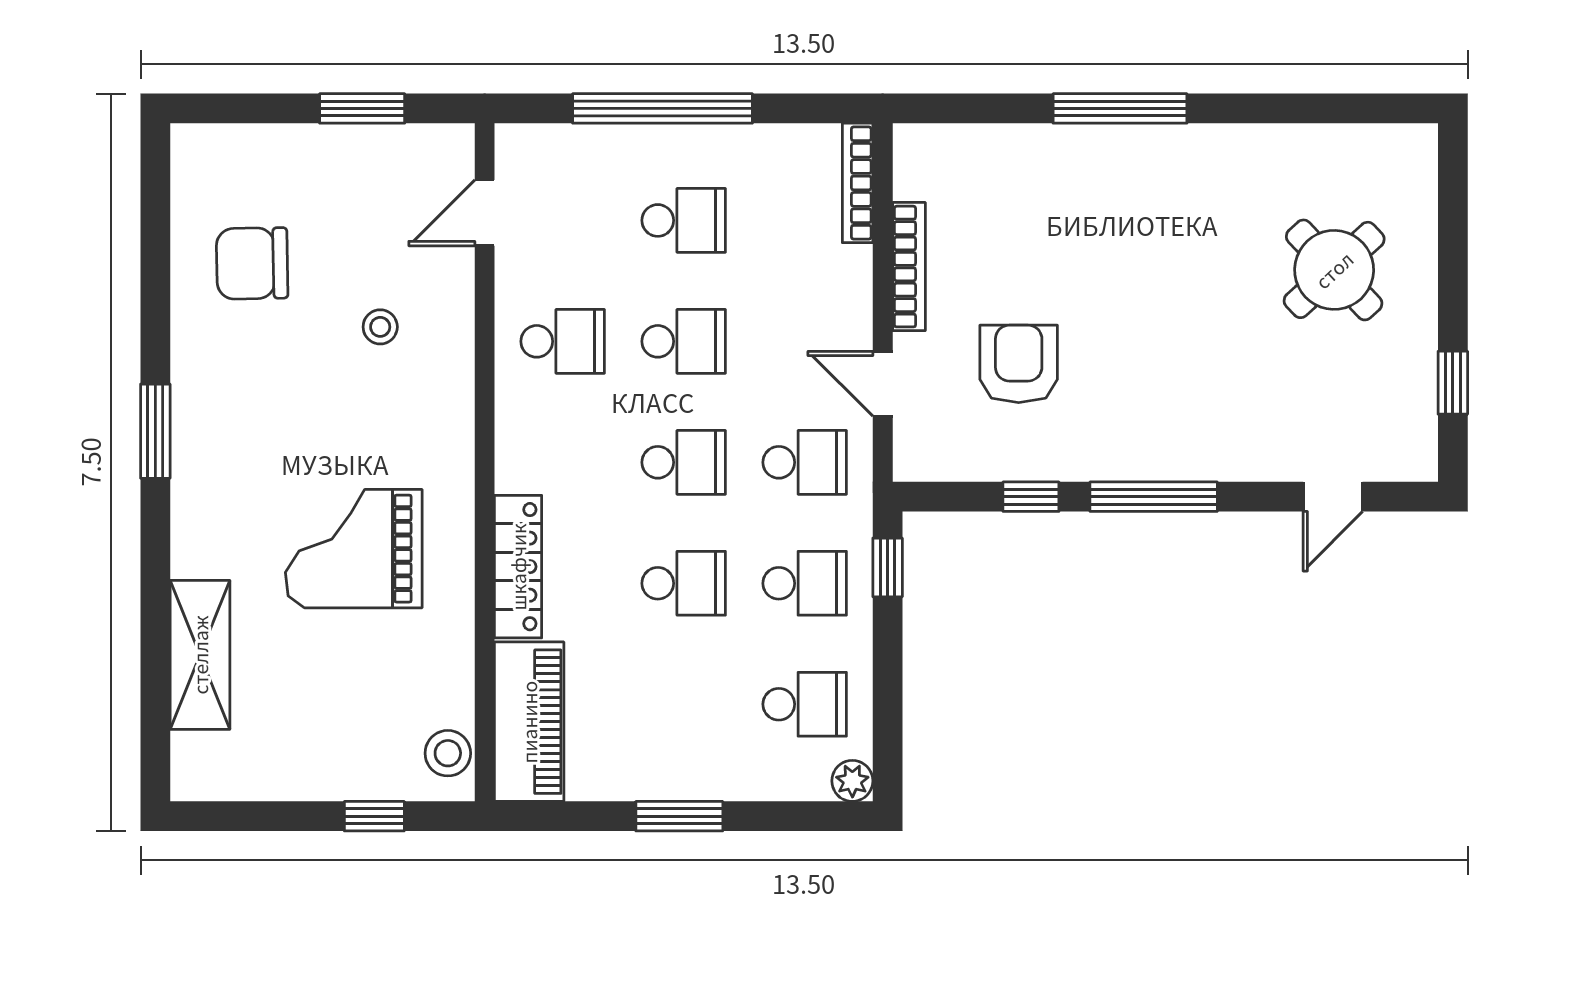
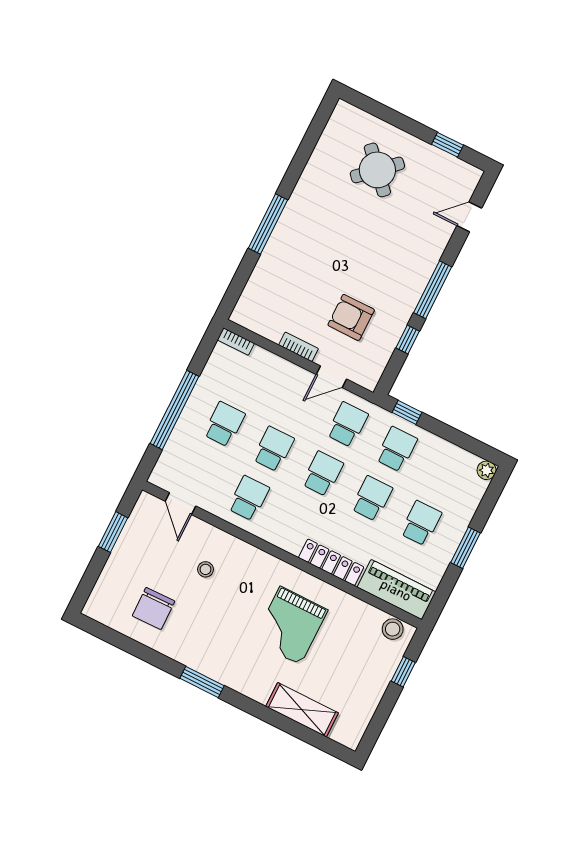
bookcase: (858, 183) -> (236, 342), width x0.64
bookcase: (909, 267) -> (298, 347), width x0.64
door: (1333, 497) -> (469, 217), swing flipped
school desk: (805, 704) -> (421, 523), moved

